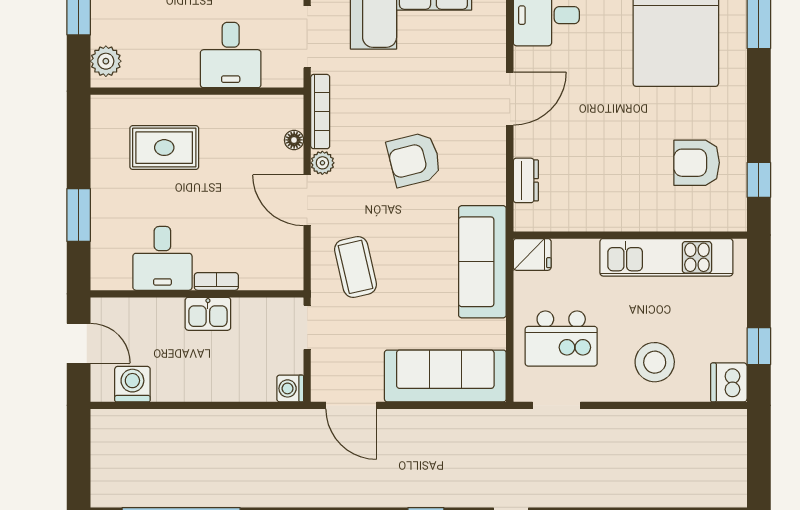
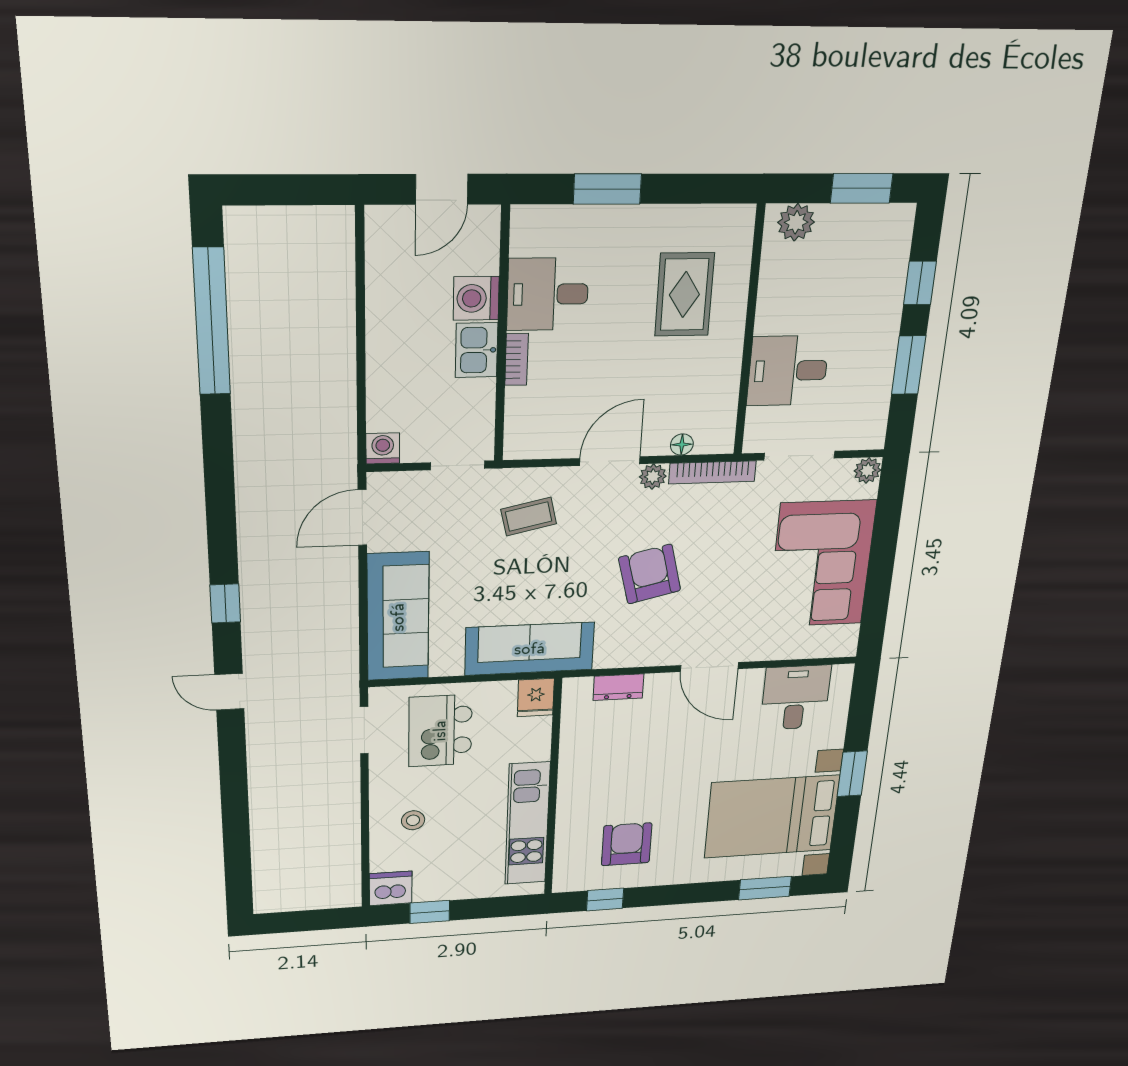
coffee table: (356, 267) -> (529, 517), width x0.73, depth x0.77
stool: (655, 362) -> (413, 820), width x0.53, depth x0.53
washing machine: (132, 384) -> (476, 298), moved, turned 180

